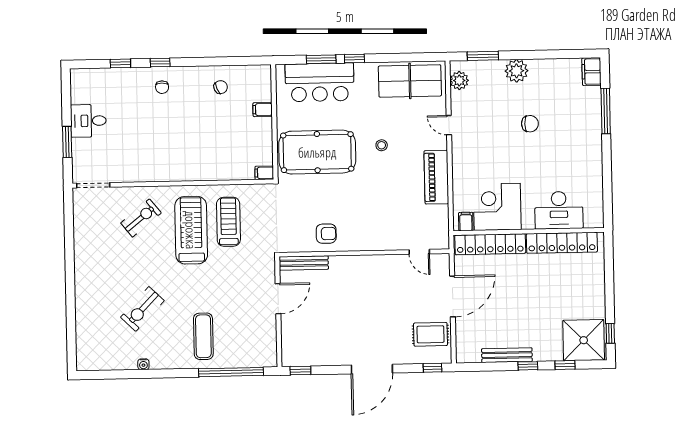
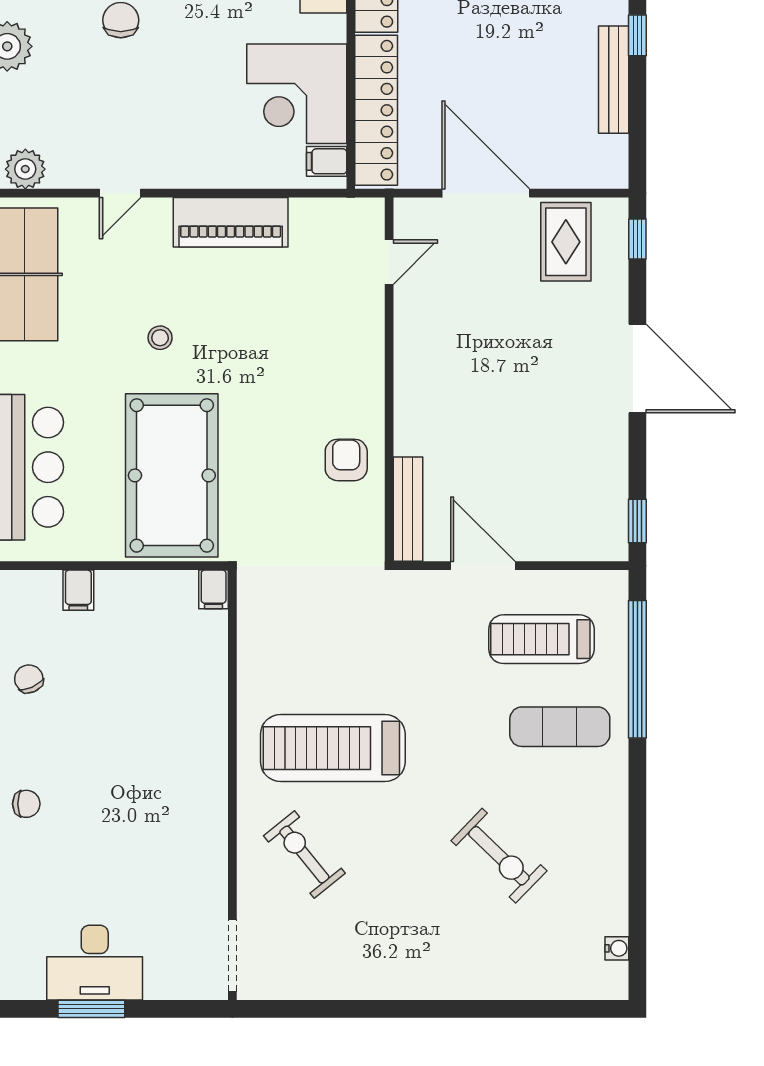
desk: (88, 121) -> (95, 963), width x1.37
window: (67, 142) -> (91, 1009), moved
treadmill: (228, 222) -> (541, 639), moved
water cooler: (143, 364) -> (617, 948), moved

